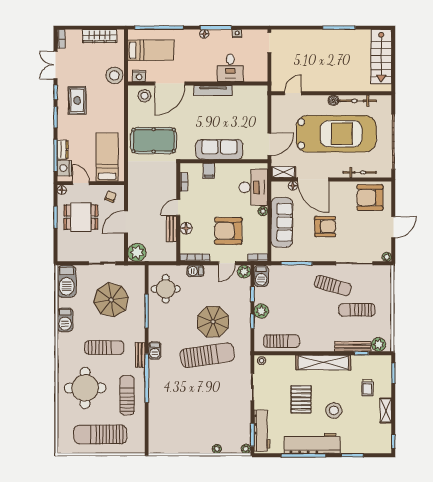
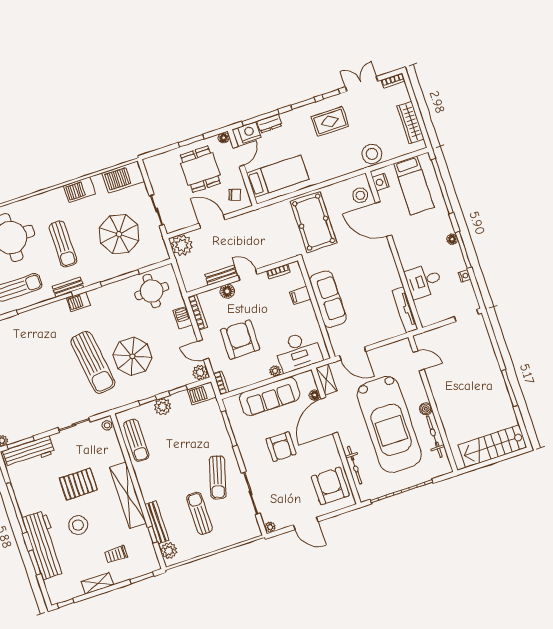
tv unit: (213, 91) -> (405, 310), moved
workbench: (312, 443) -> (44, 545), moved

